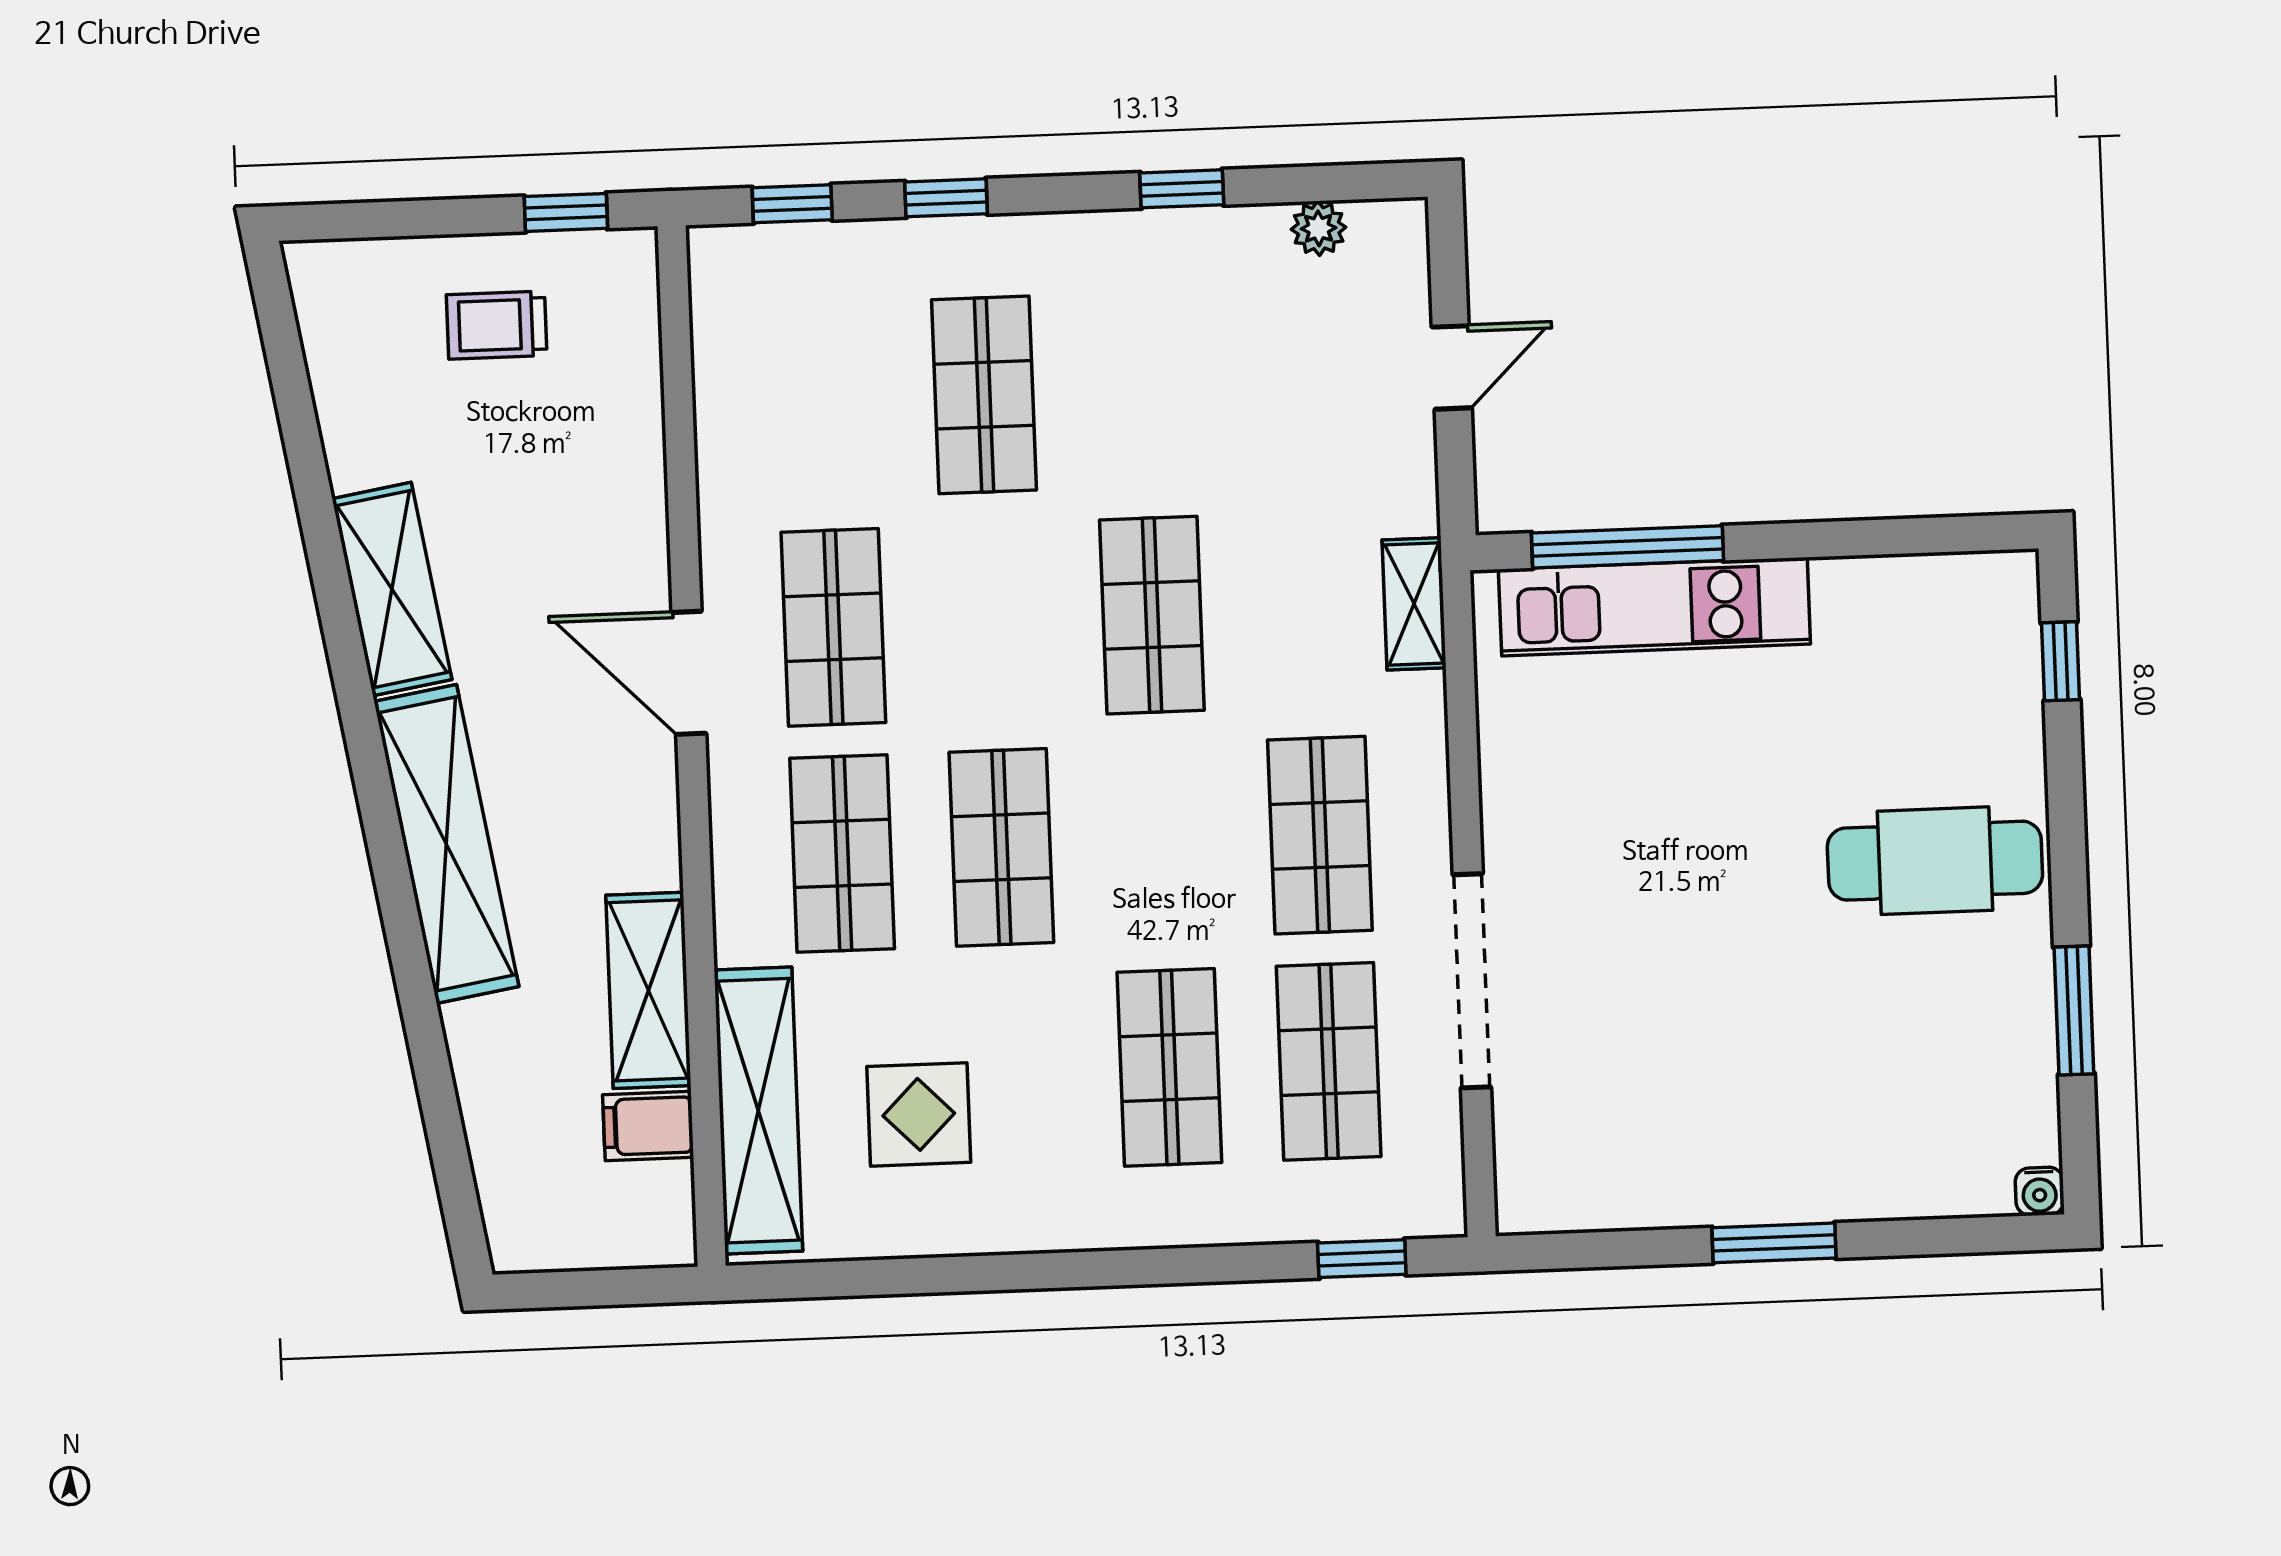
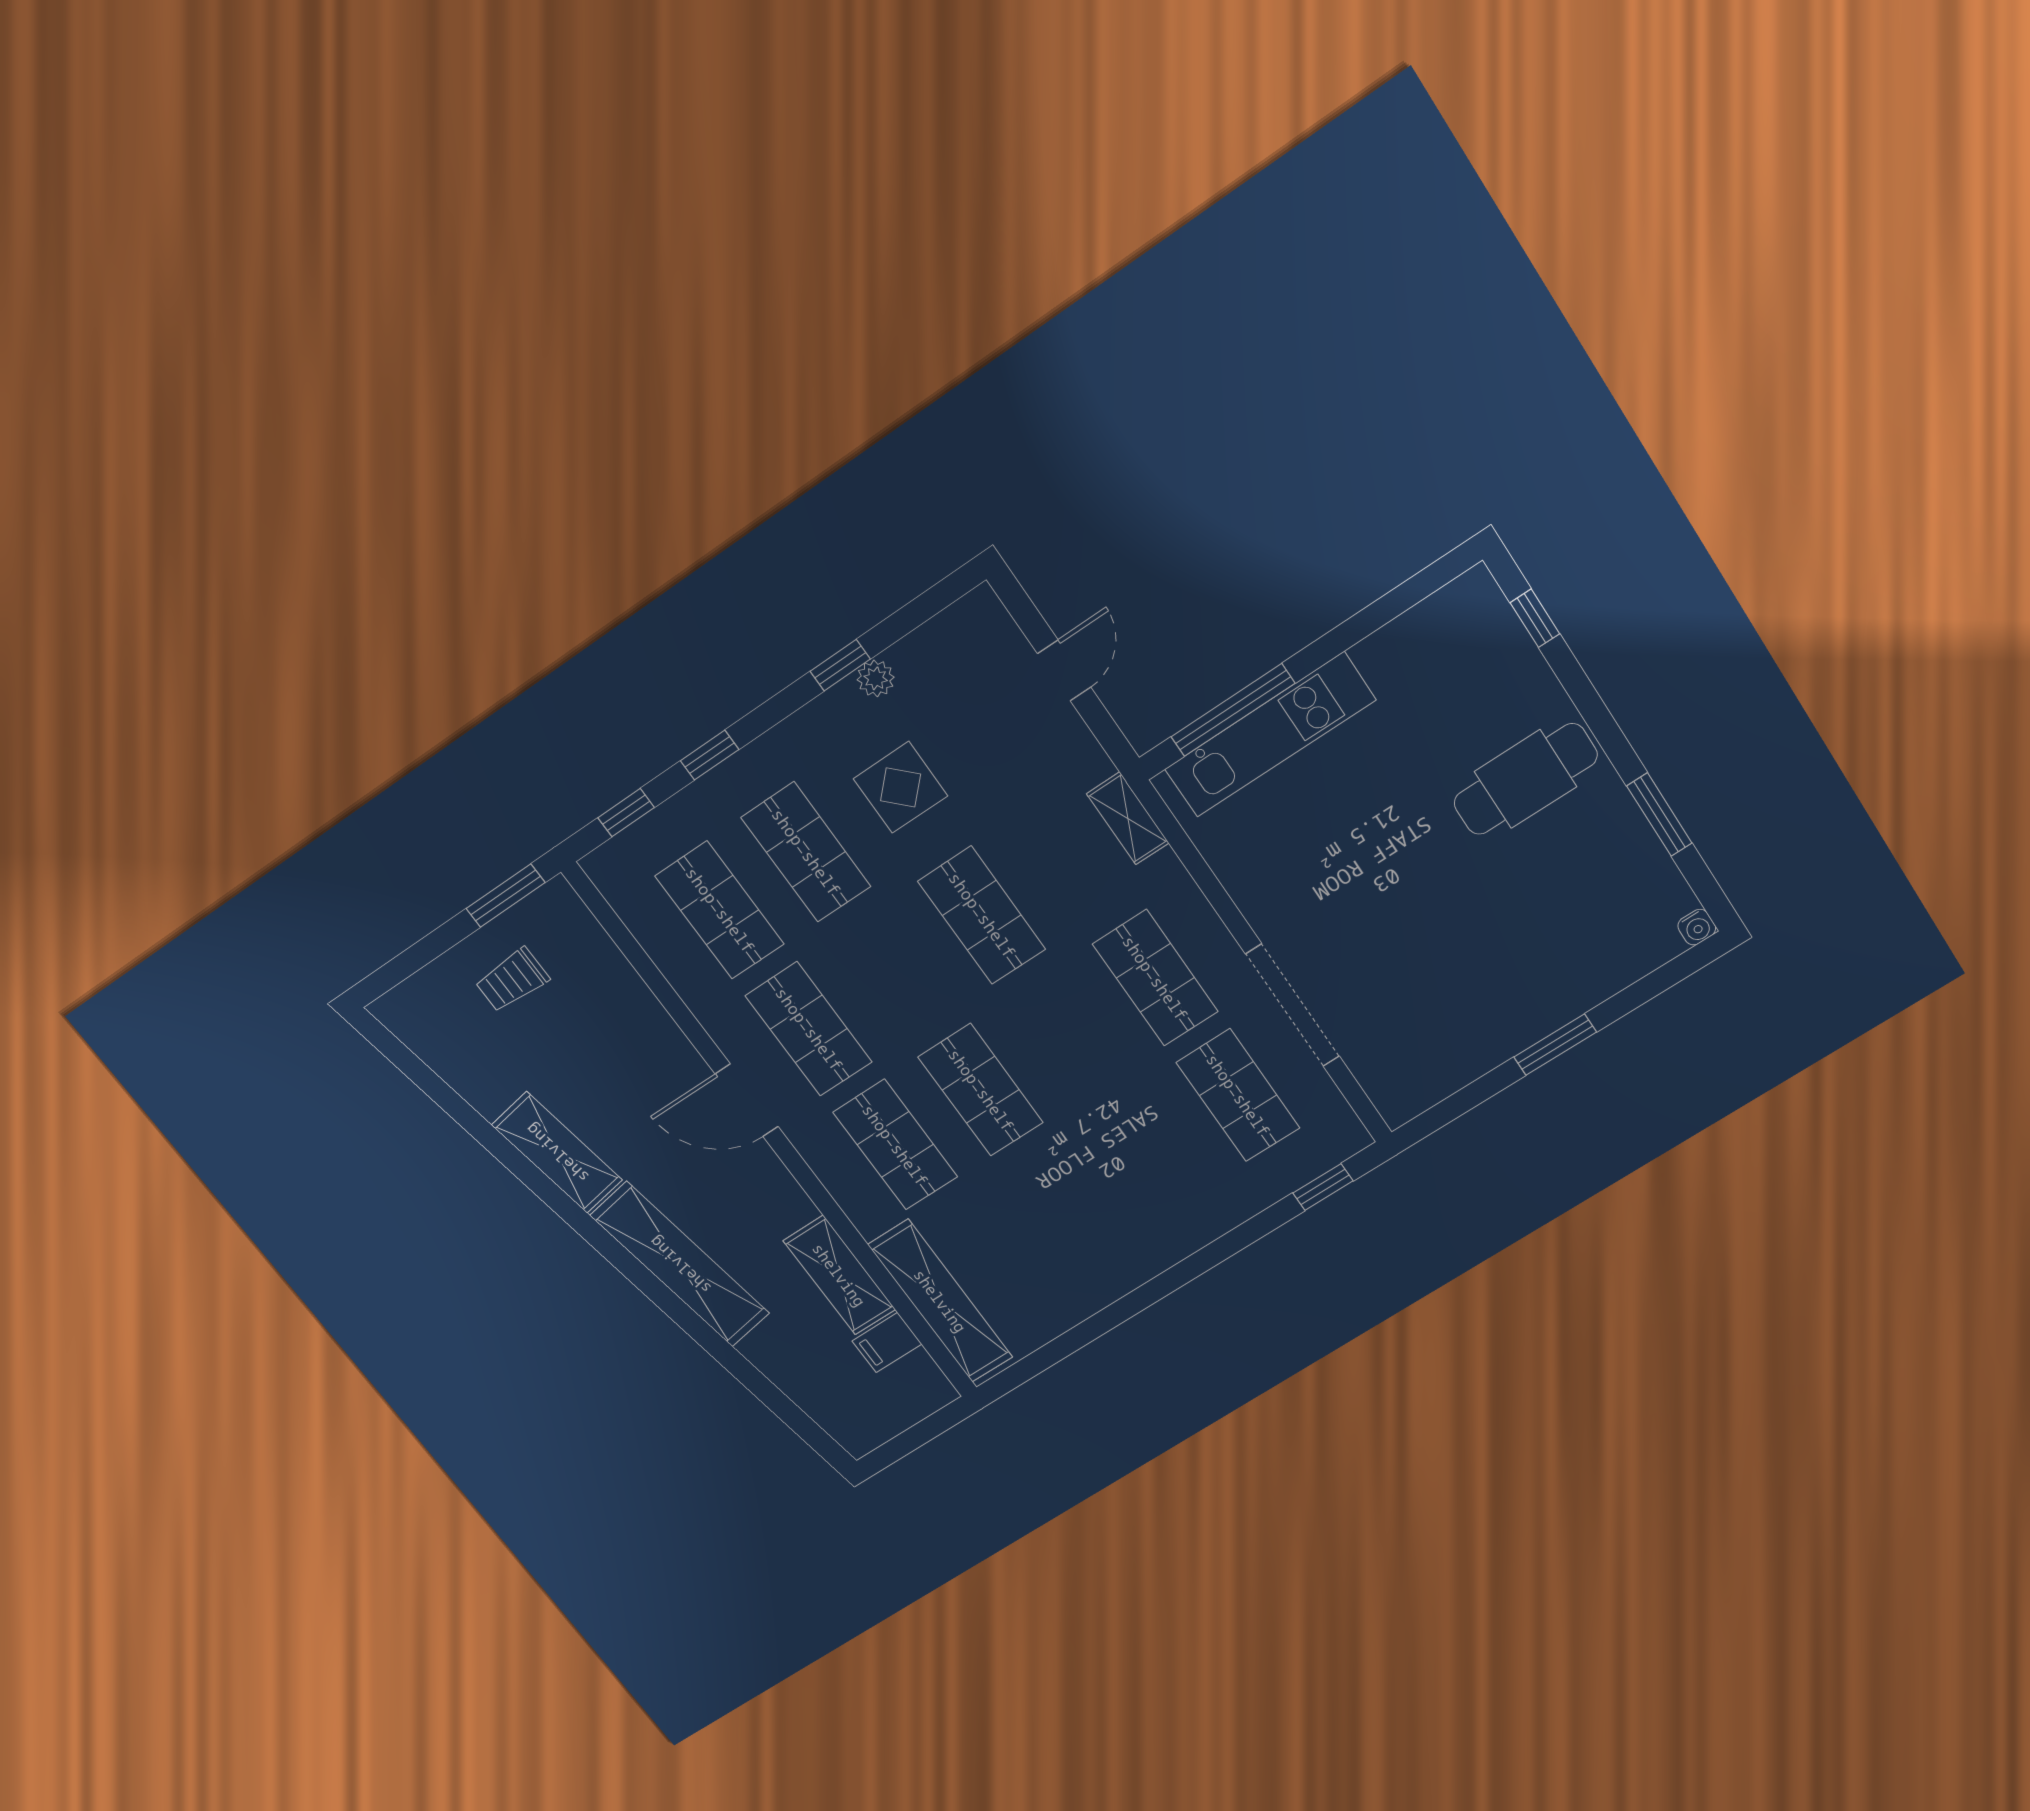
window: (566, 212) -> (506, 896), width x1.50
plant: (1319, 228) -> (876, 678), moved
shop shelf: (1169, 1067) -> (720, 910), moved
display table: (919, 1114) -> (901, 787), moved

